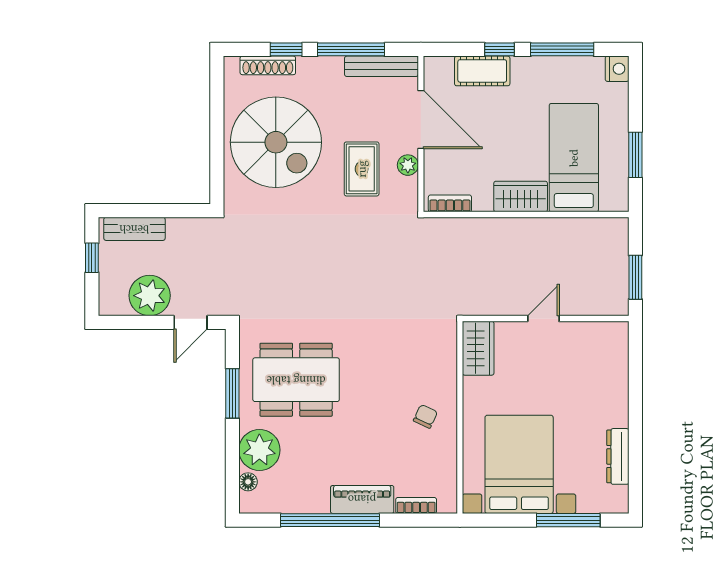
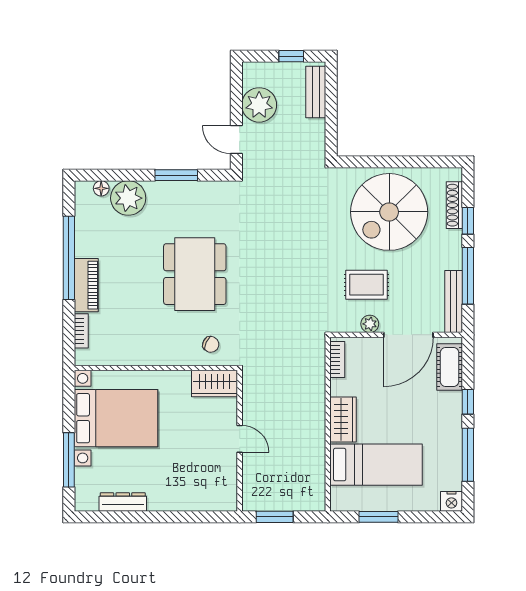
cot: (482, 71) -> (450, 367), moved
dining table: (296, 380) -> (195, 274), moved
chair: (425, 416) -> (211, 344), moved

